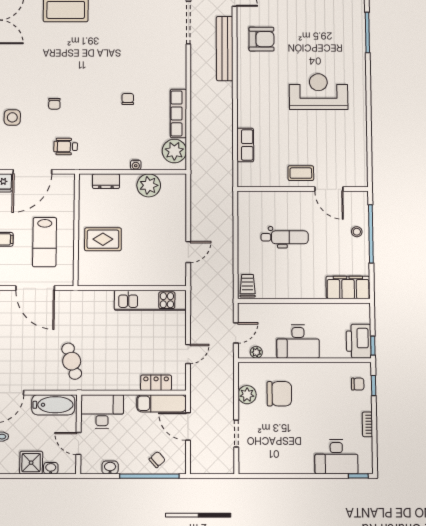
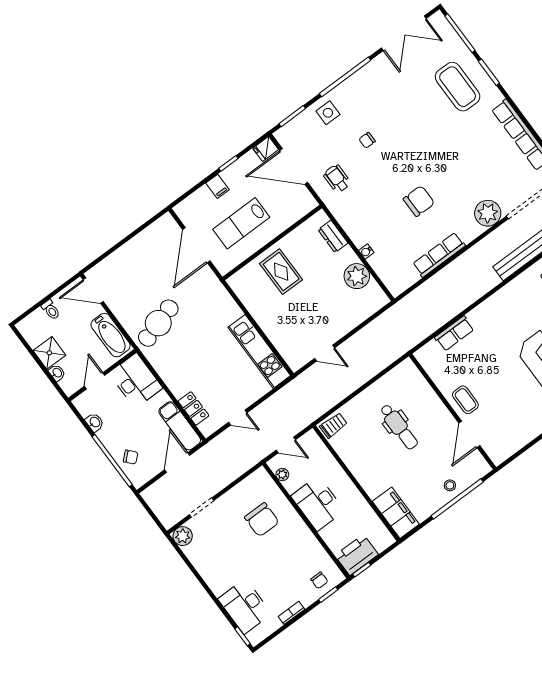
chair: (128, 99) -> (419, 201), width x1.87, depth x1.87
plant: (174, 151) -> (488, 213), moved
cafe table: (72, 361) -> (158, 323), width x1.37, depth x1.35
plant: (247, 395) -> (183, 536), moved

